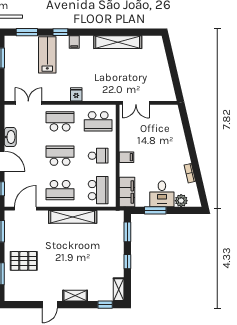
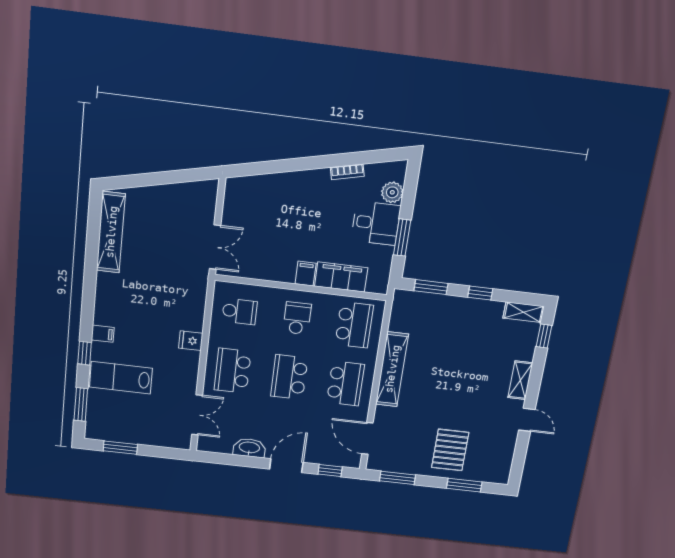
shelving: (118, 42) -> (111, 232), moved
double door: (28, 103) -> (197, 415), swing flipped
school desk: (98, 121) -> (240, 311), width x0.54
school desk: (98, 190) -> (354, 325), turned 90
filing cabinet: (127, 192) -> (341, 277), moved

